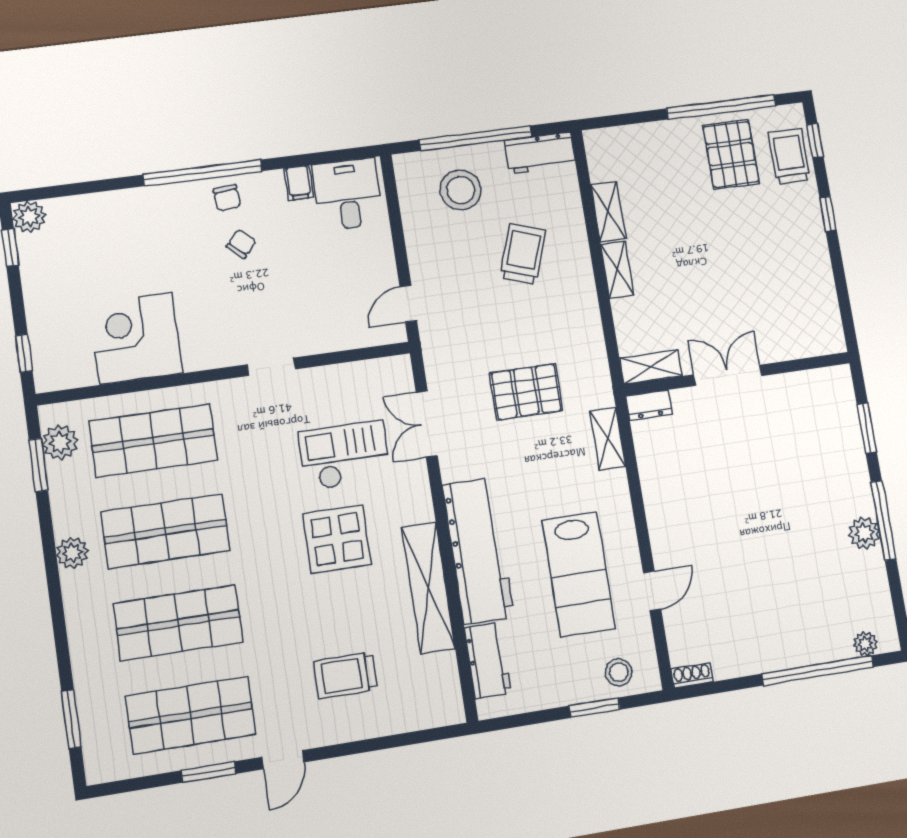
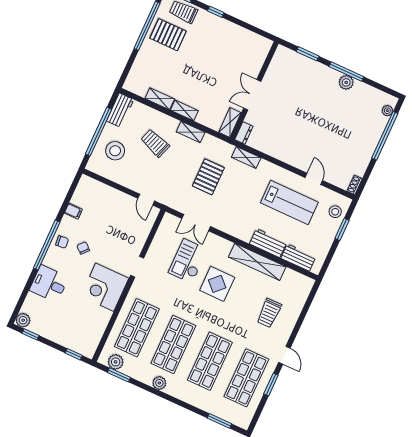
desk: (348, 194) -> (49, 284), moved
shelving: (586, 306) -> (191, 132), added
corner desk: (136, 338) -> (105, 287), moved
workbench: (478, 551) -> (268, 243), width x0.53, depth x0.76

